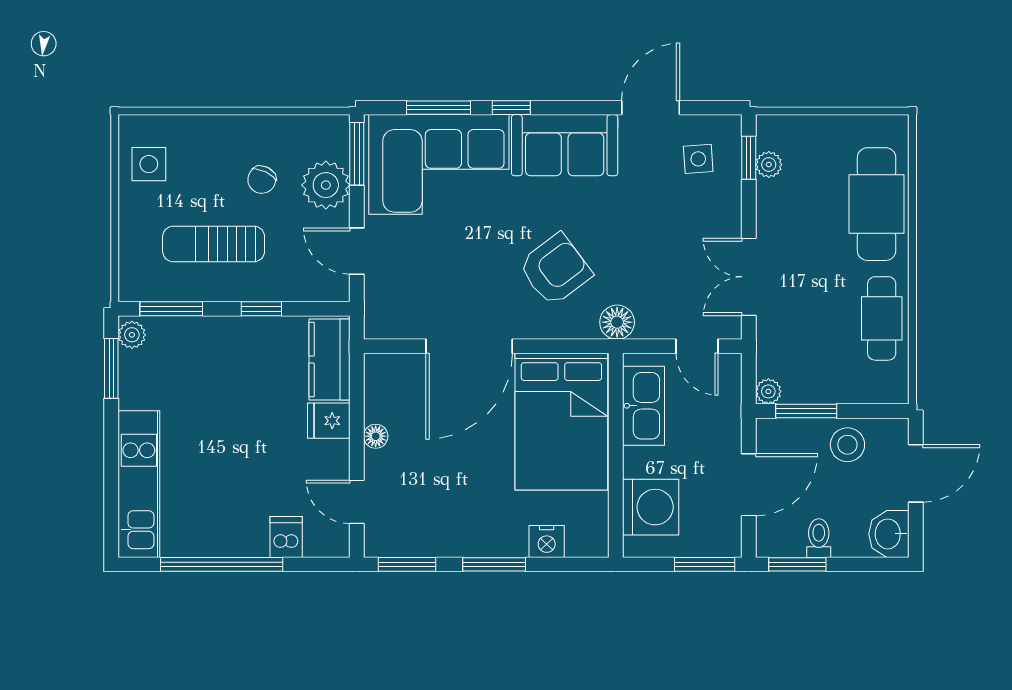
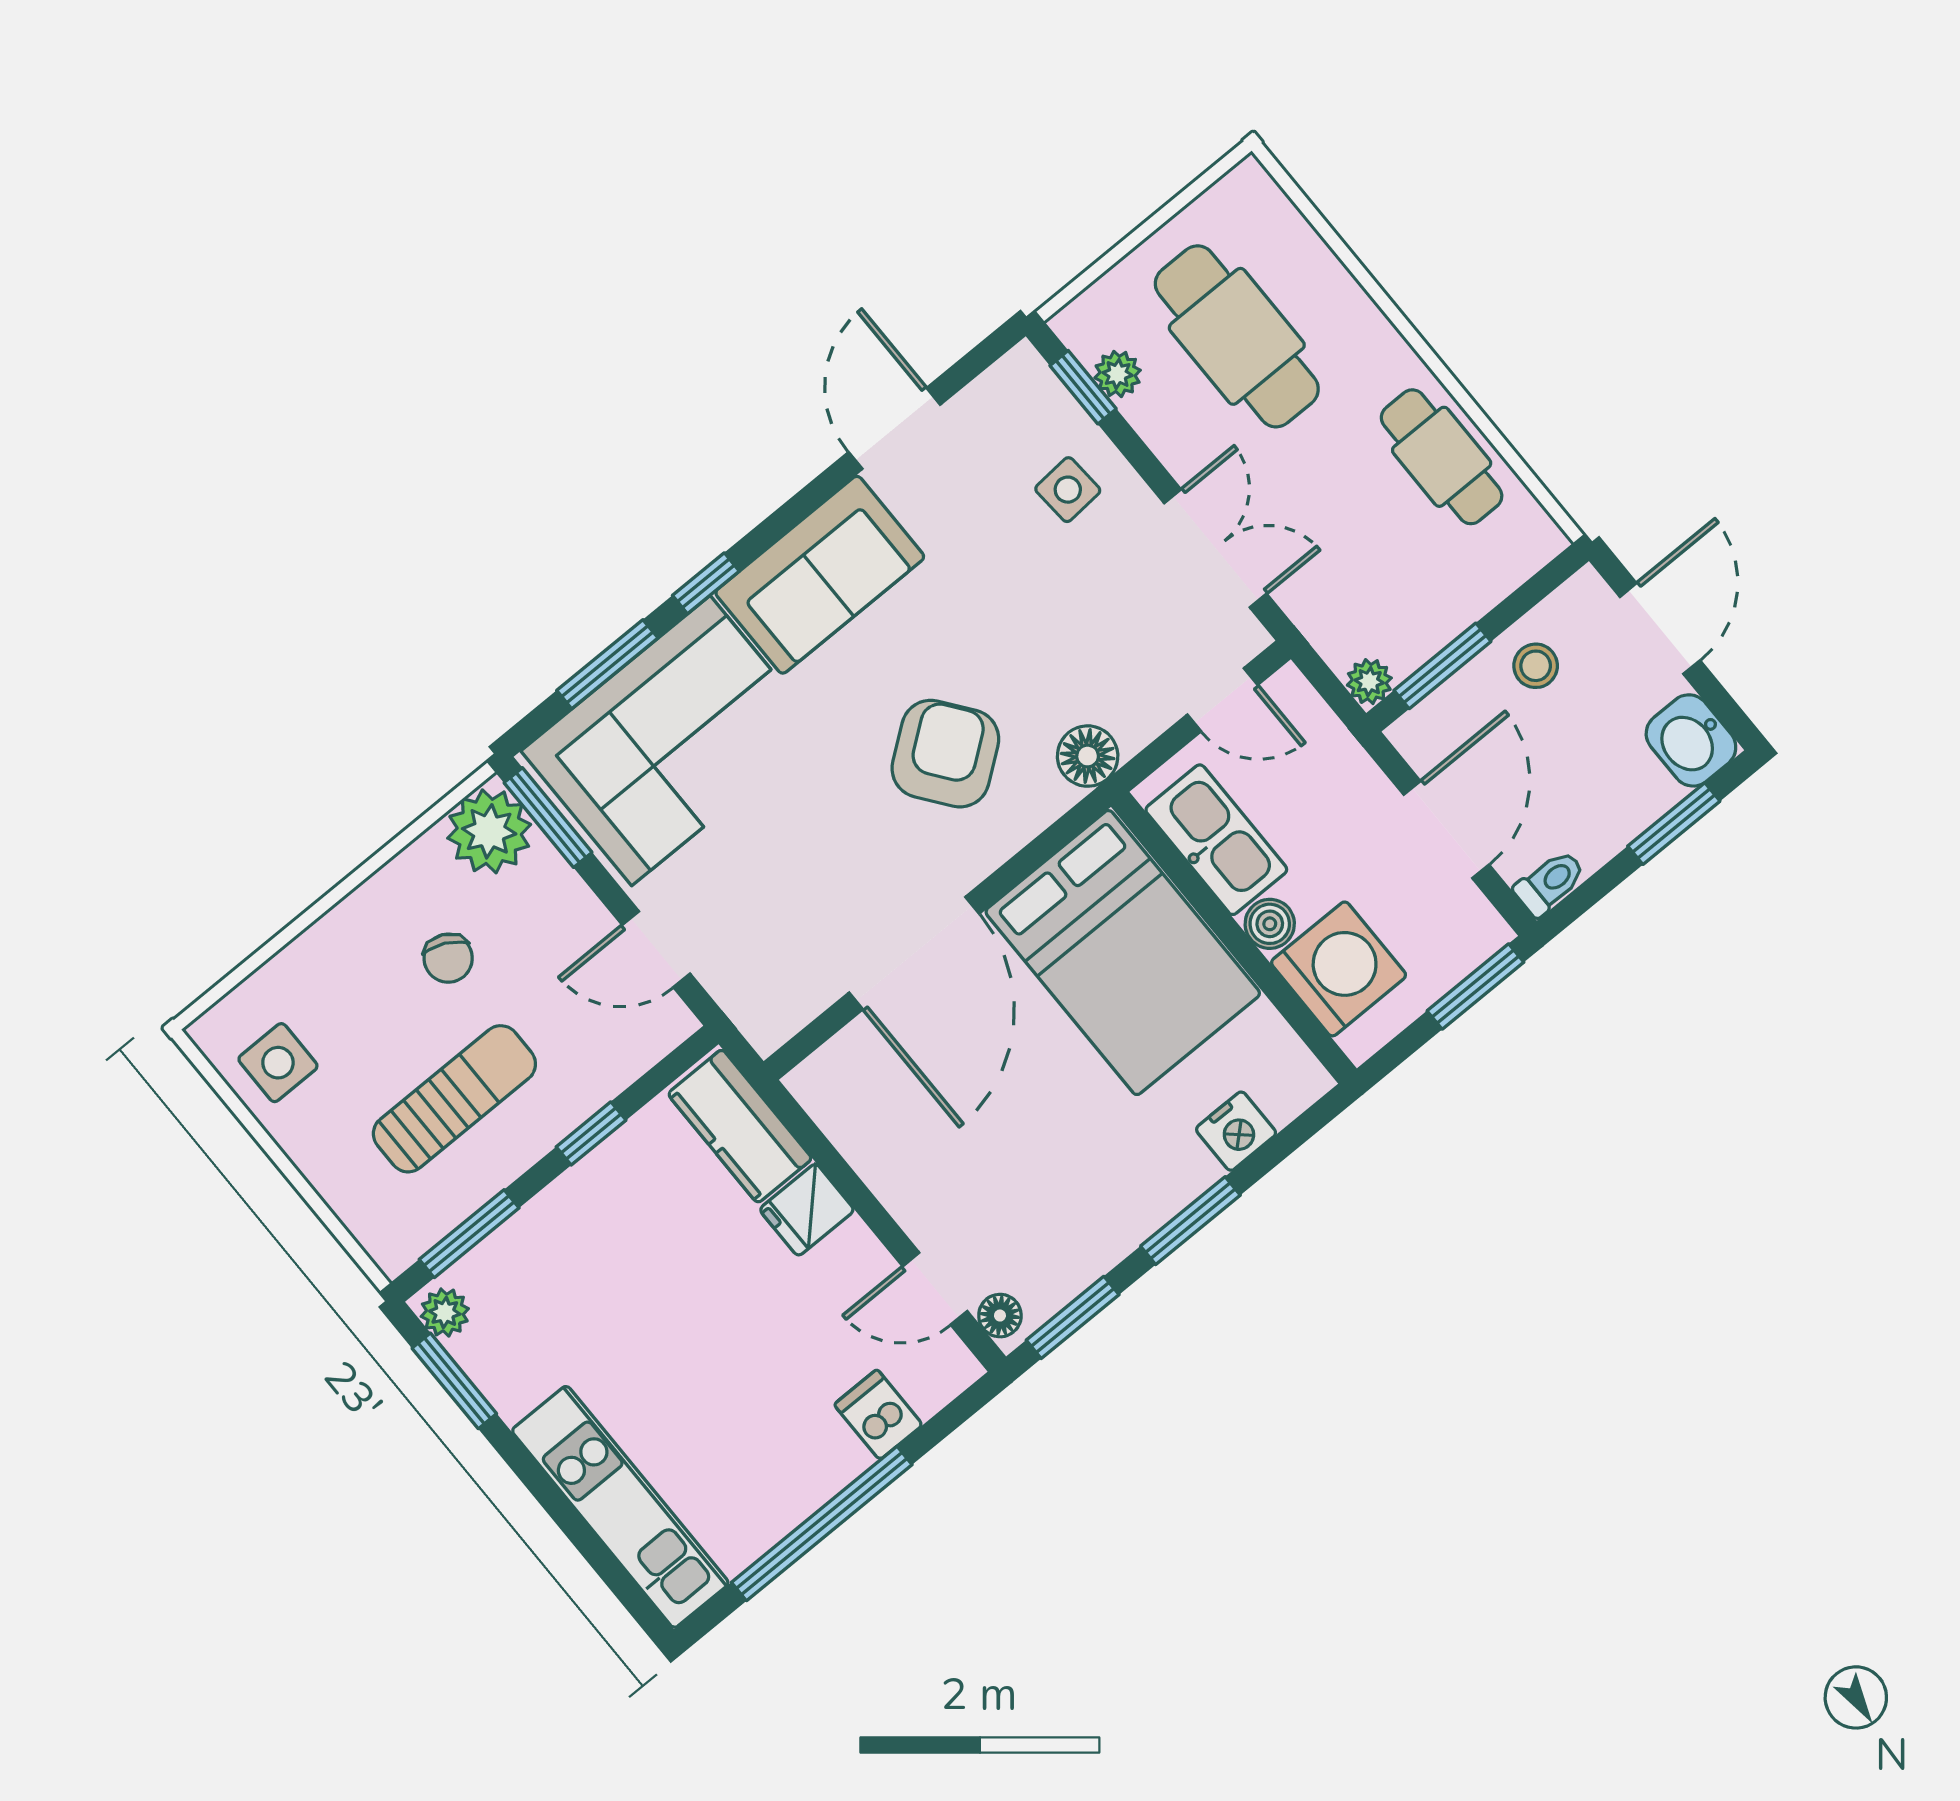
side table: (698, 159) -> (1068, 490), moved
plant: (326, 185) -> (489, 831), moved
cafe table: (877, 204) -> (1237, 336), moved
sun lounger: (214, 244) -> (454, 1099), turned 180
double door: (749, 277) -> (1215, 548), swing flipped
floor lamp: (376, 436) -> (1000, 1316), moved
stool: (847, 445) -> (1536, 666), width x0.73, depth x0.73
boiler: (637, 462) -> (1270, 924), added
toilet: (819, 538) -> (1550, 883), moved, turned 90
window: (797, 564) -> (1674, 824), moved

